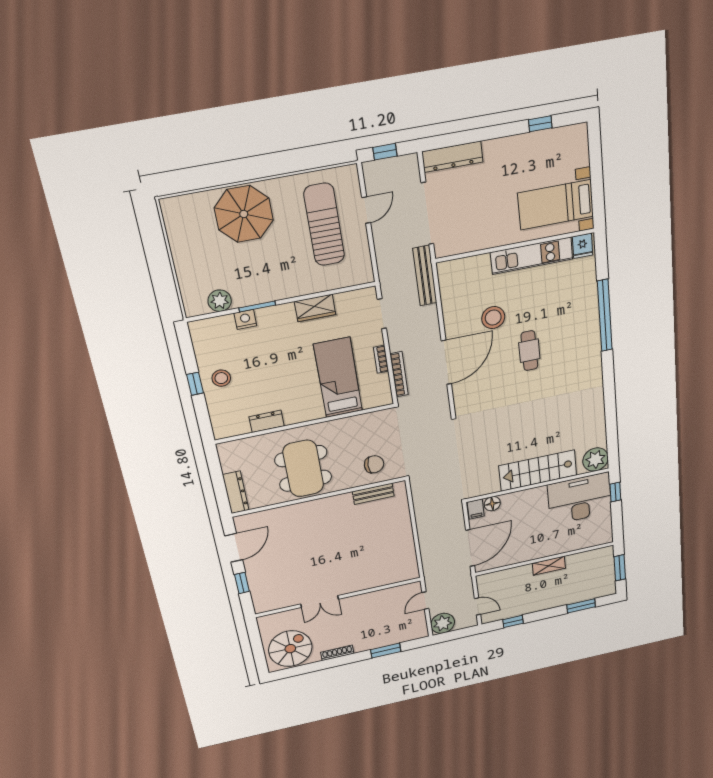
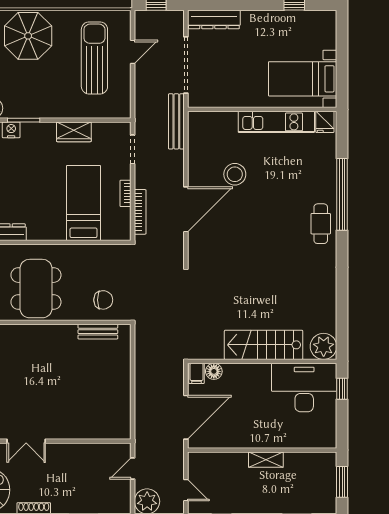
cafe table: (529, 351) -> (321, 224), moved

